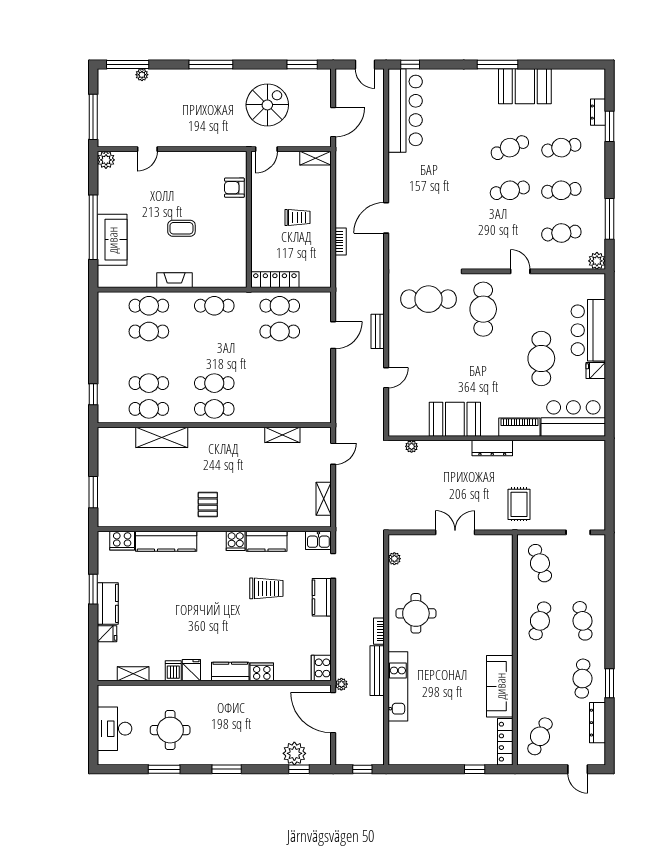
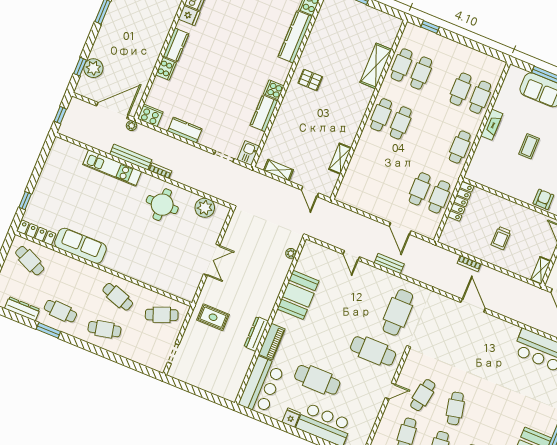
cafe table: (510, 148) -> (423, 395), moved, turned 33
dresser: (492, 448) -> (256, 334), moved
plant: (394, 559) -> (205, 208), width x1.87, depth x1.87
trolley: (266, 588) -> (228, 98), removed
kitchen counter: (322, 597) -> (185, 130), moved

